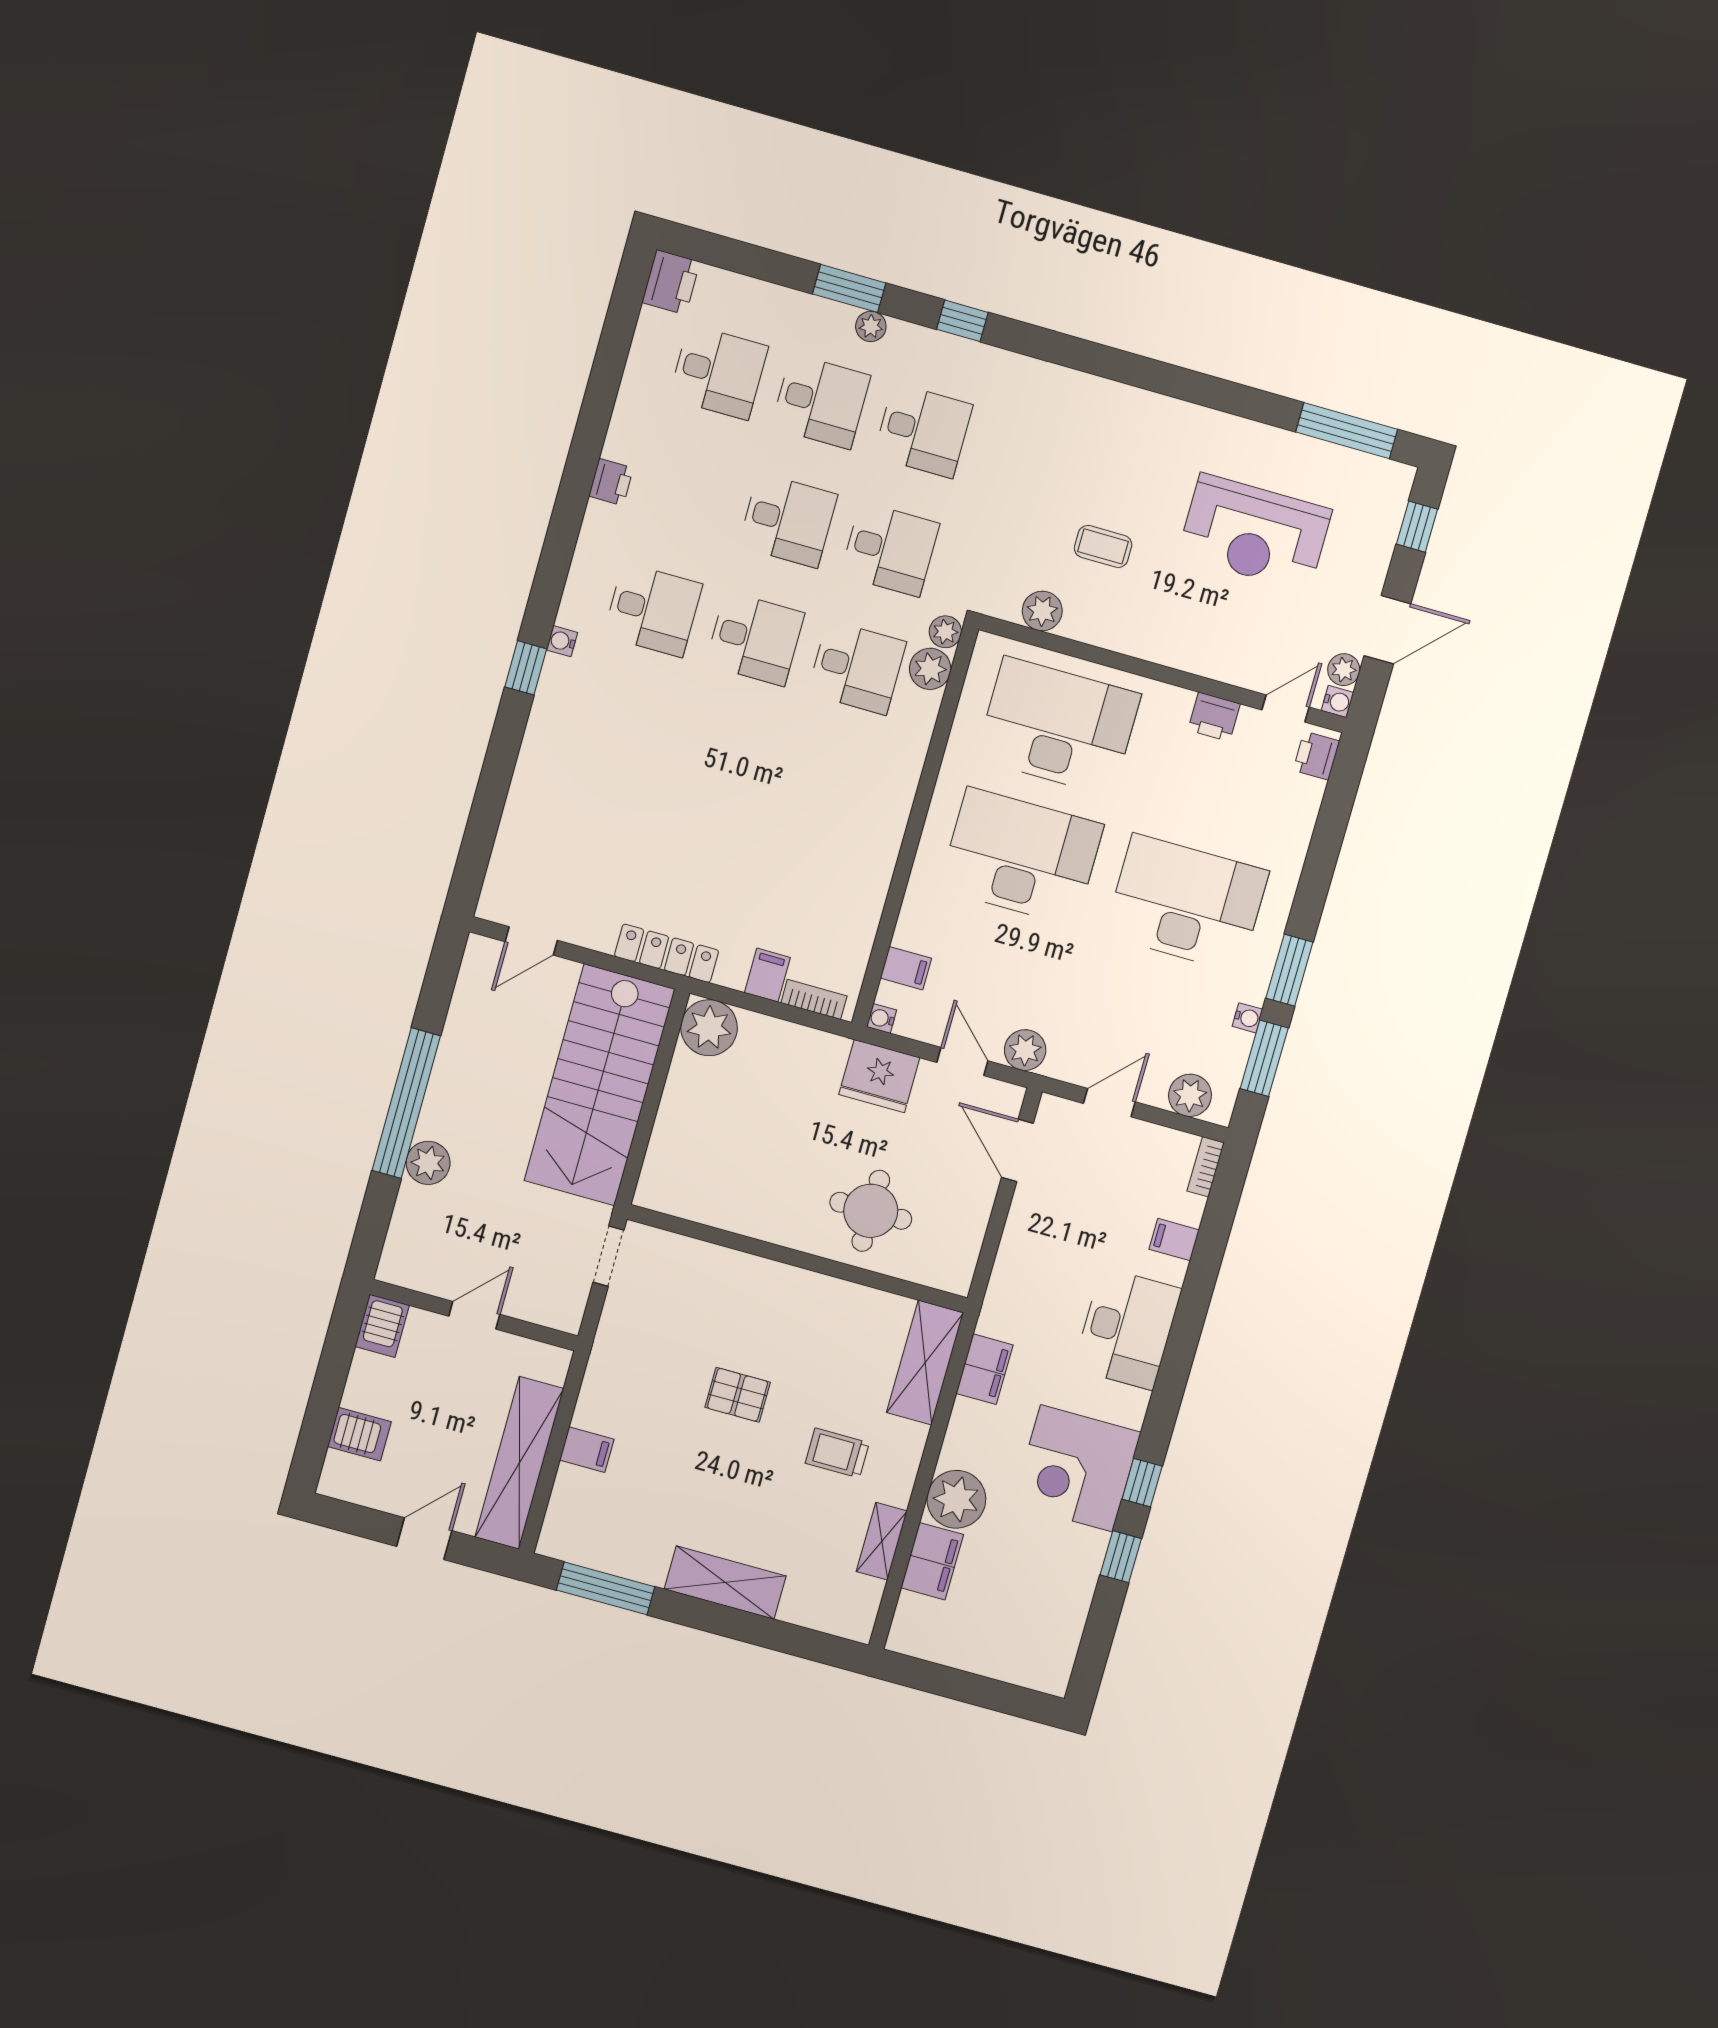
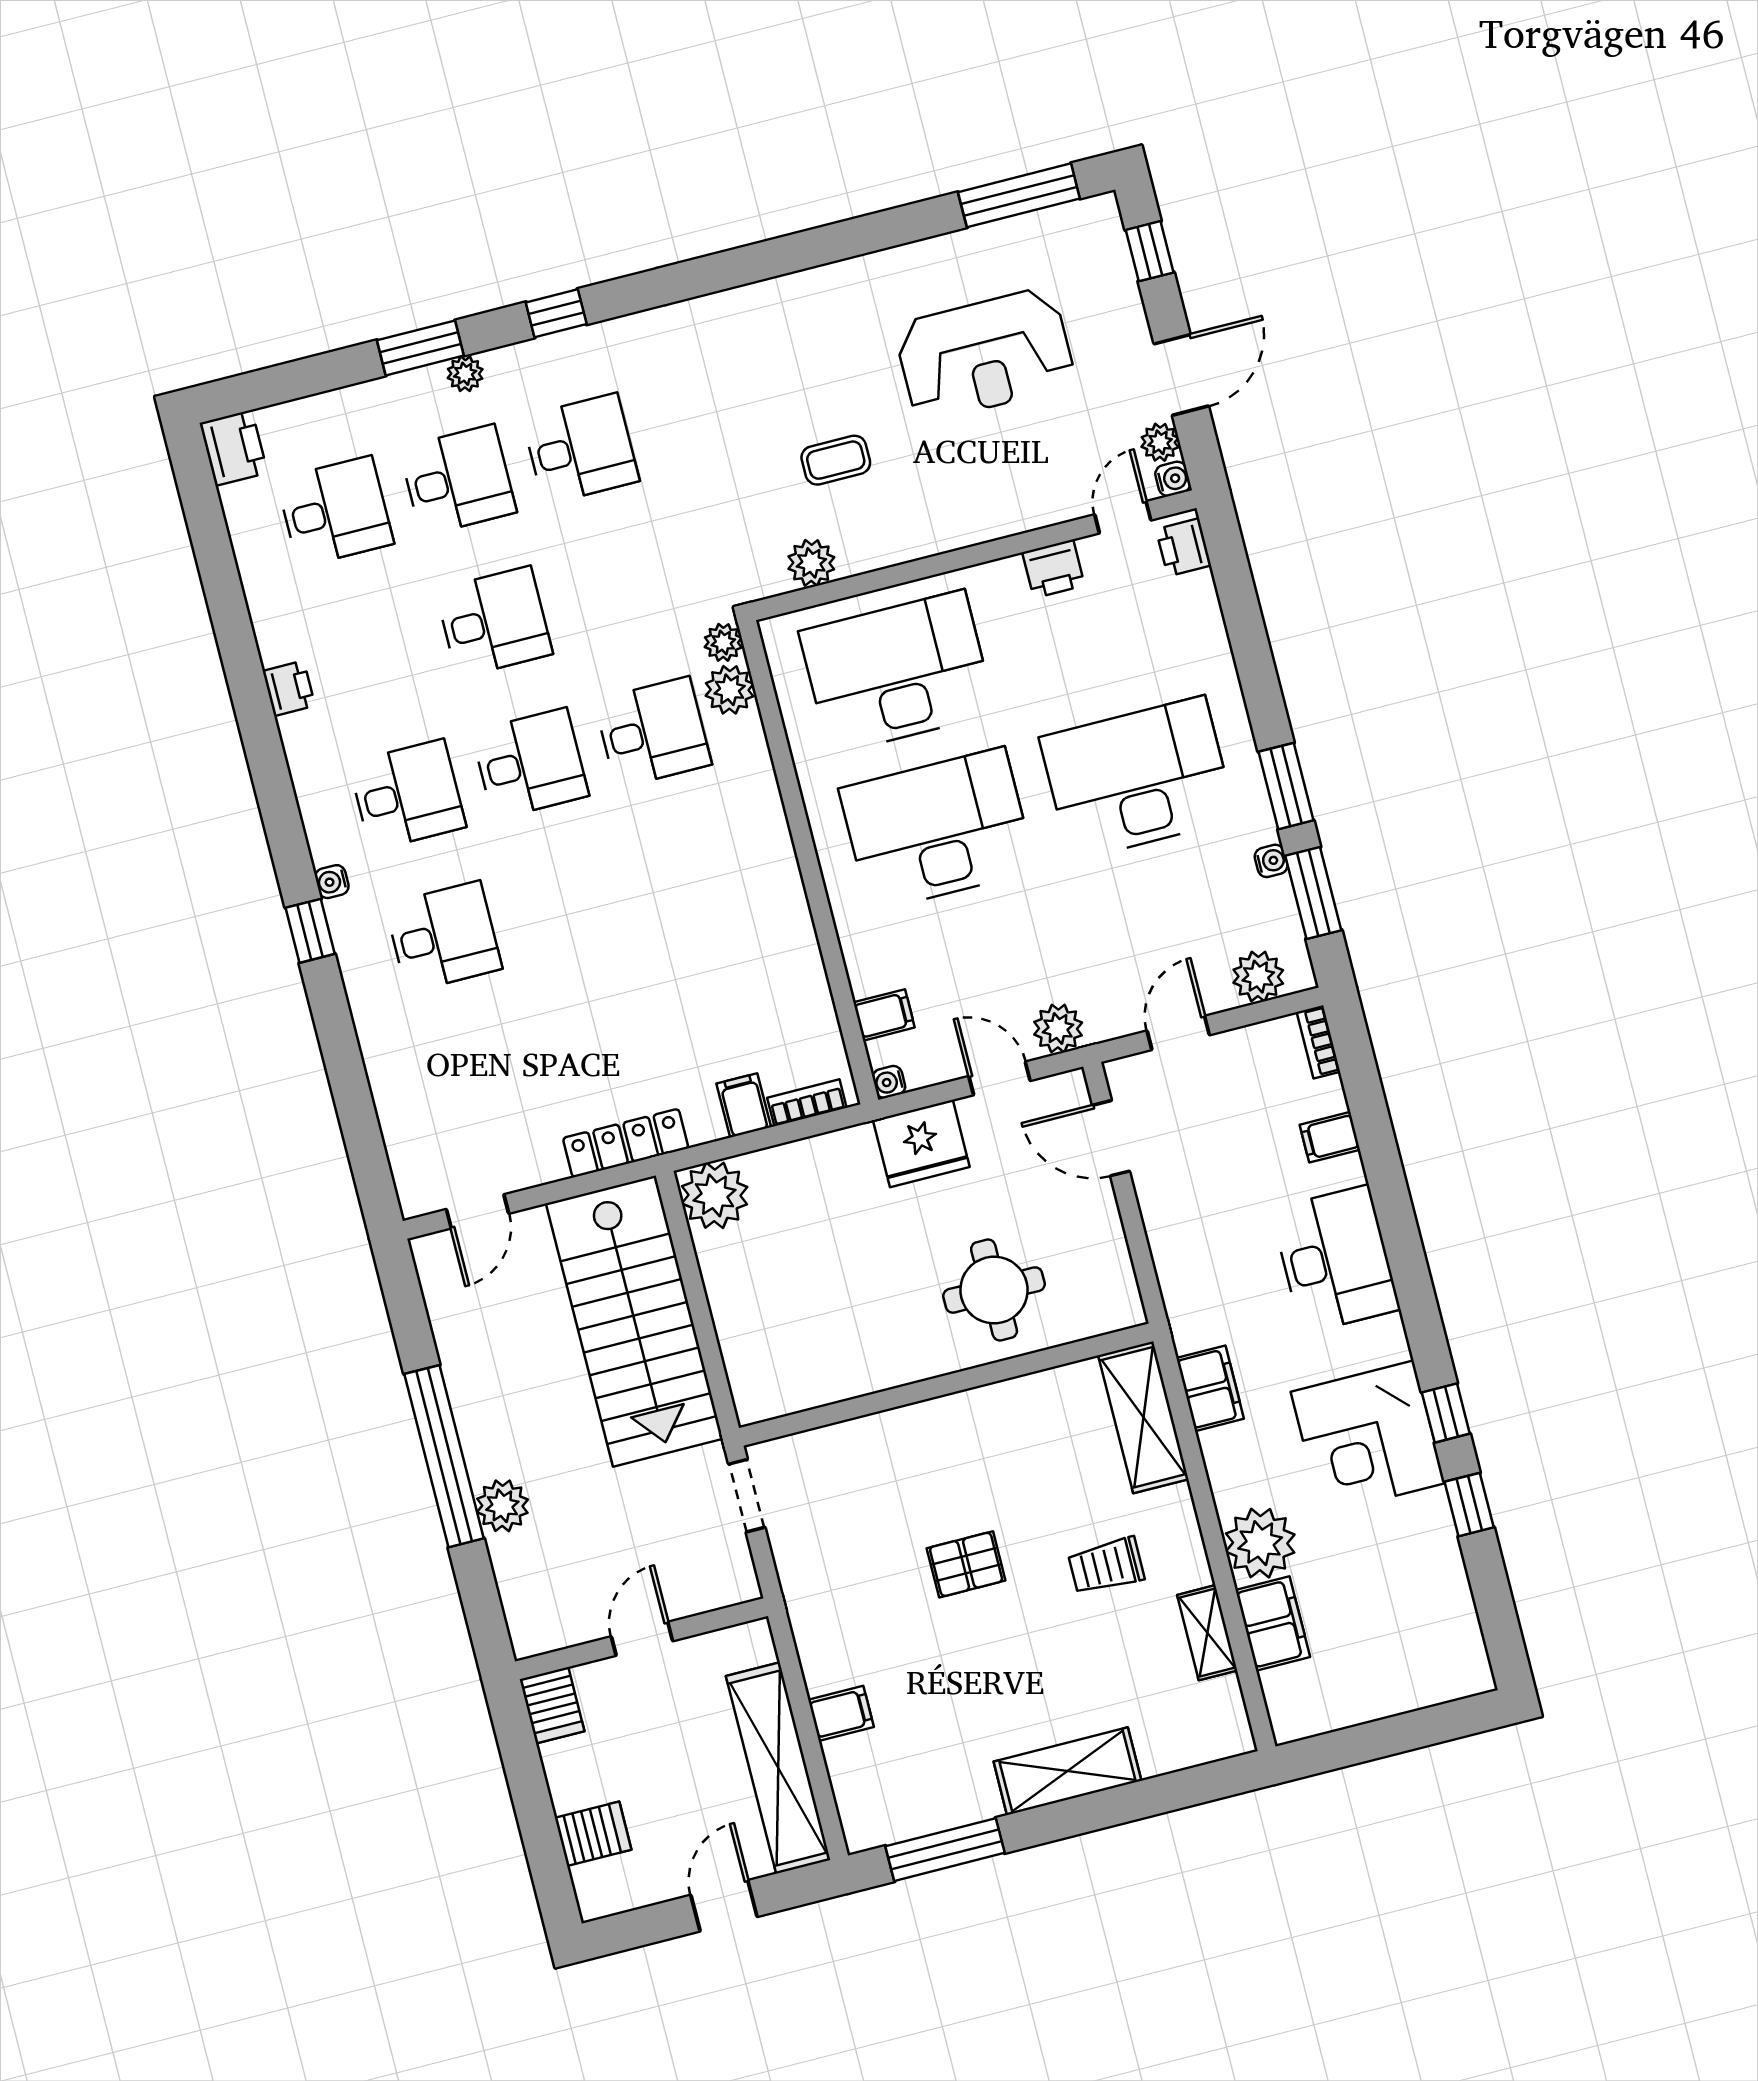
desk: (890, 549) -> (443, 937), moved

